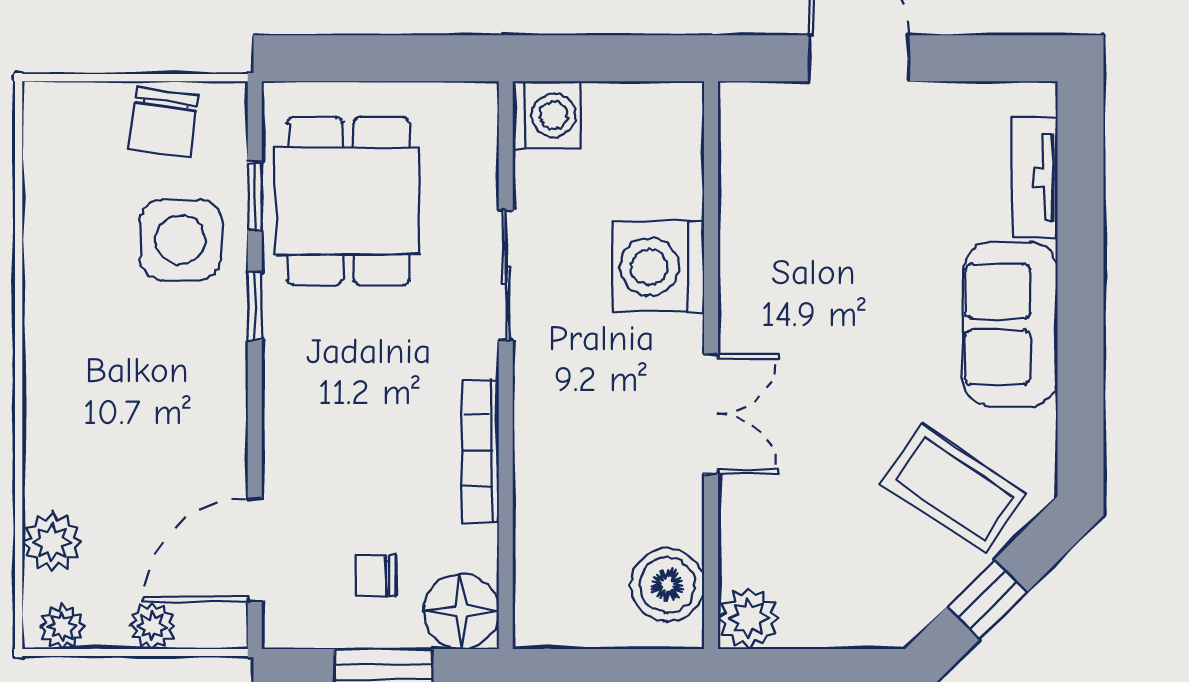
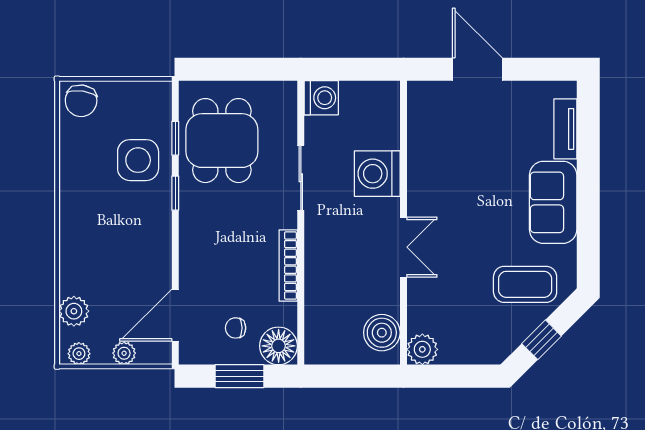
chair: (163, 122) -> (81, 101), moved
coffee table: (954, 488) -> (525, 284), turned -34

